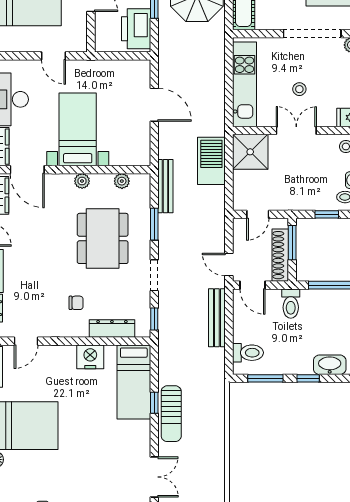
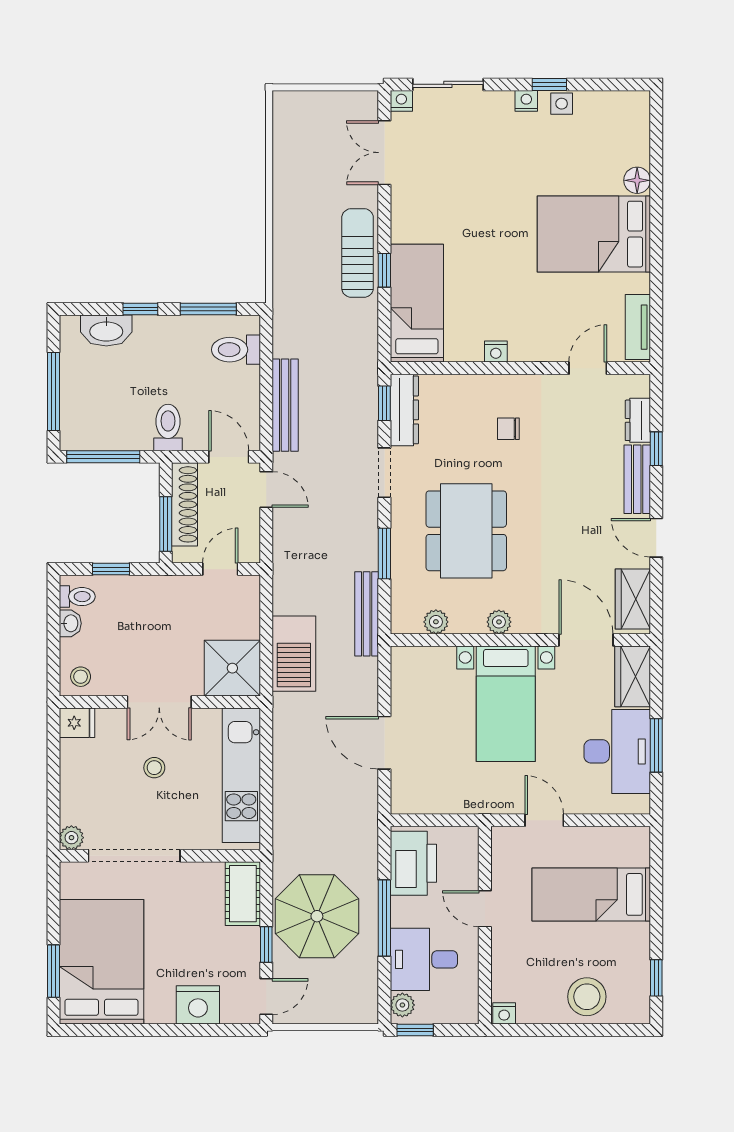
dresser: (112, 328) -> (404, 410), moved, turned -90
nightstand: (90, 357) -> (496, 352), width x0.53, depth x0.56

